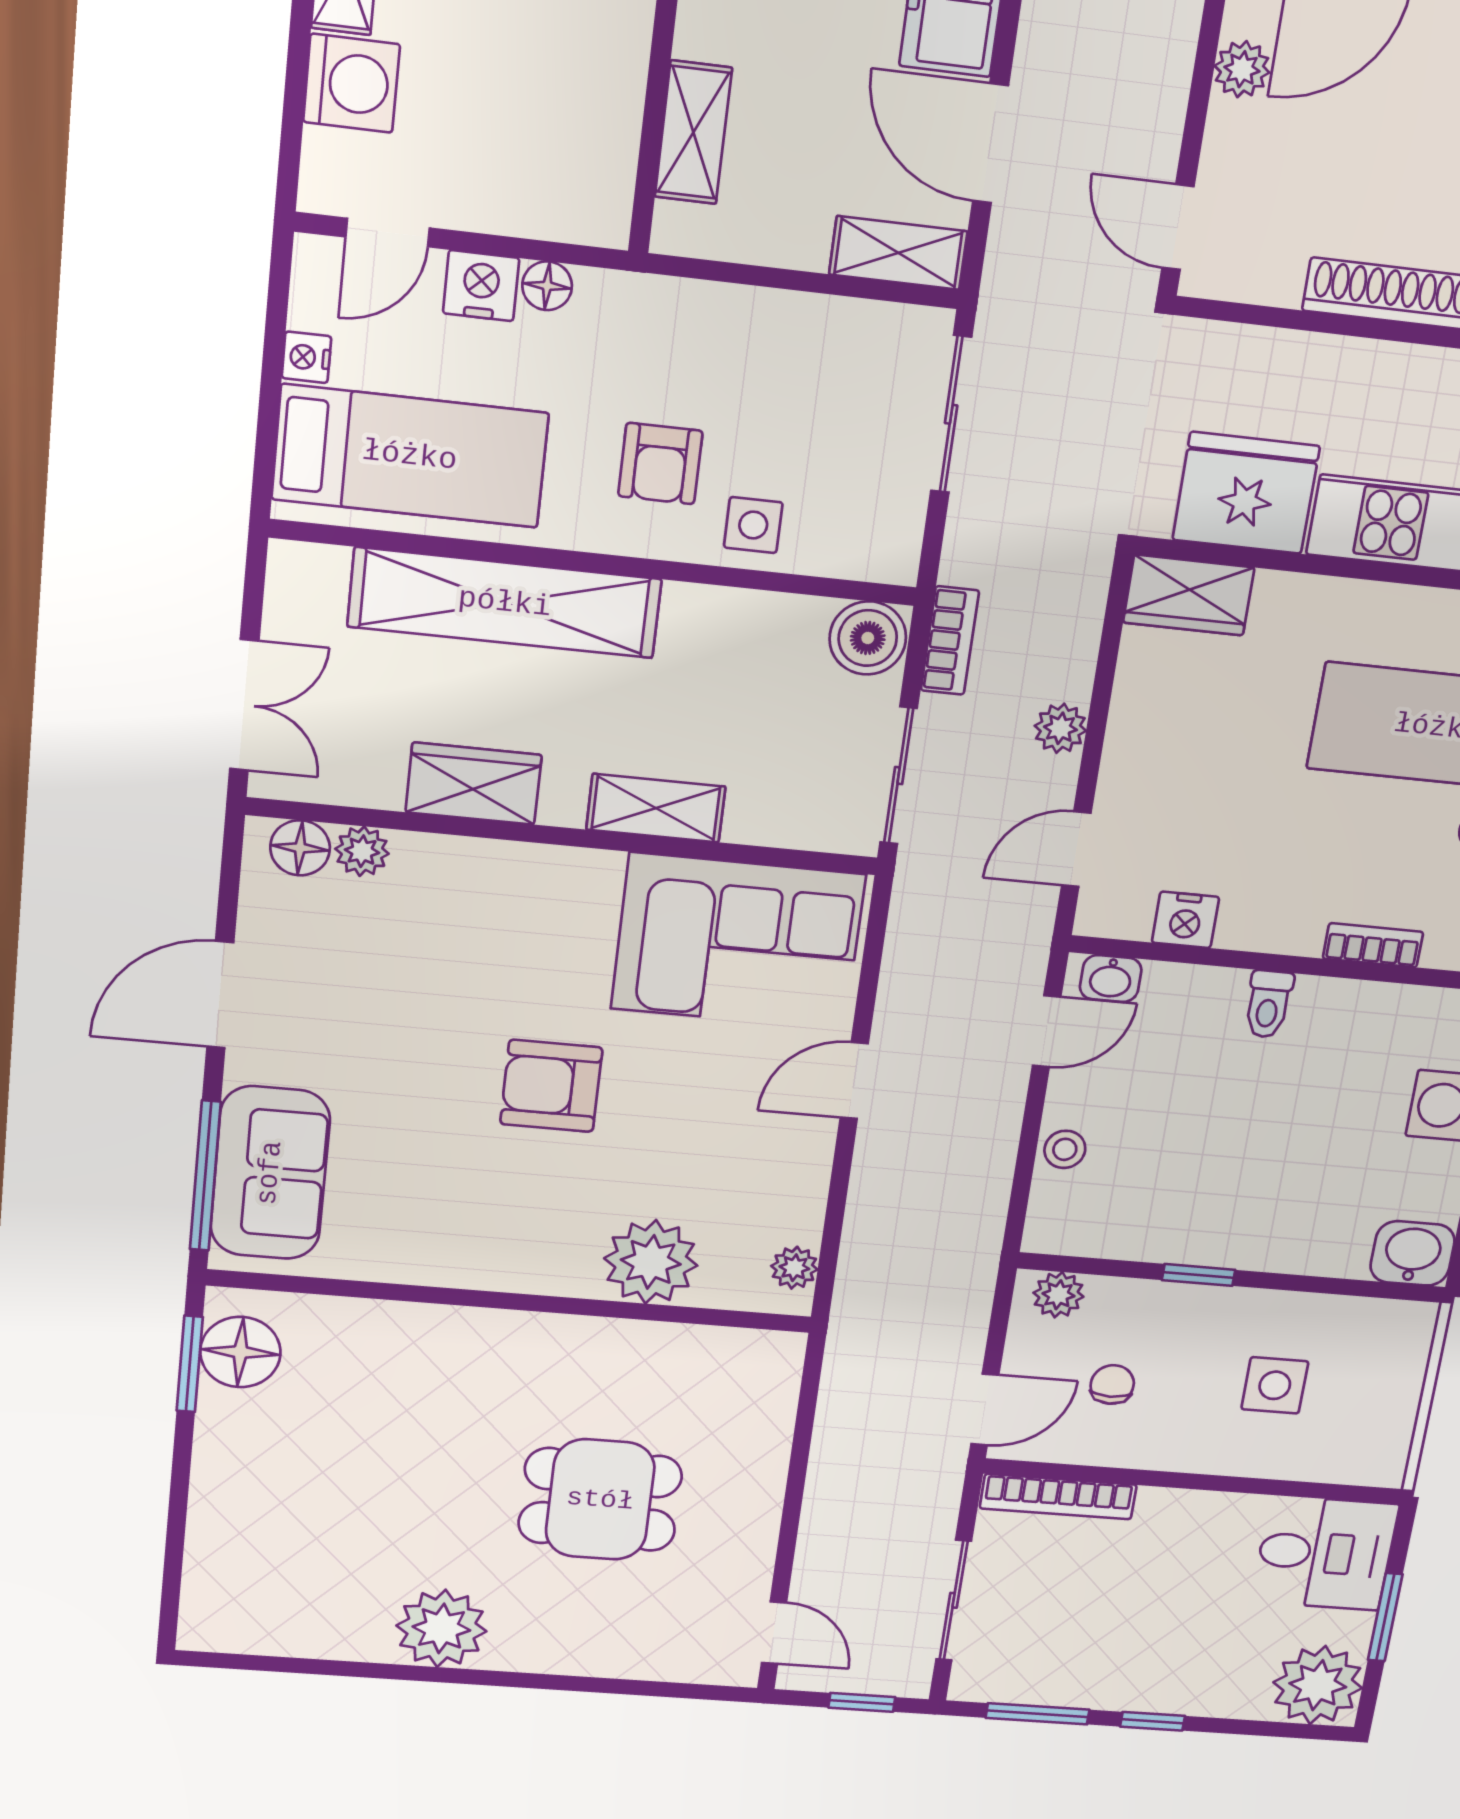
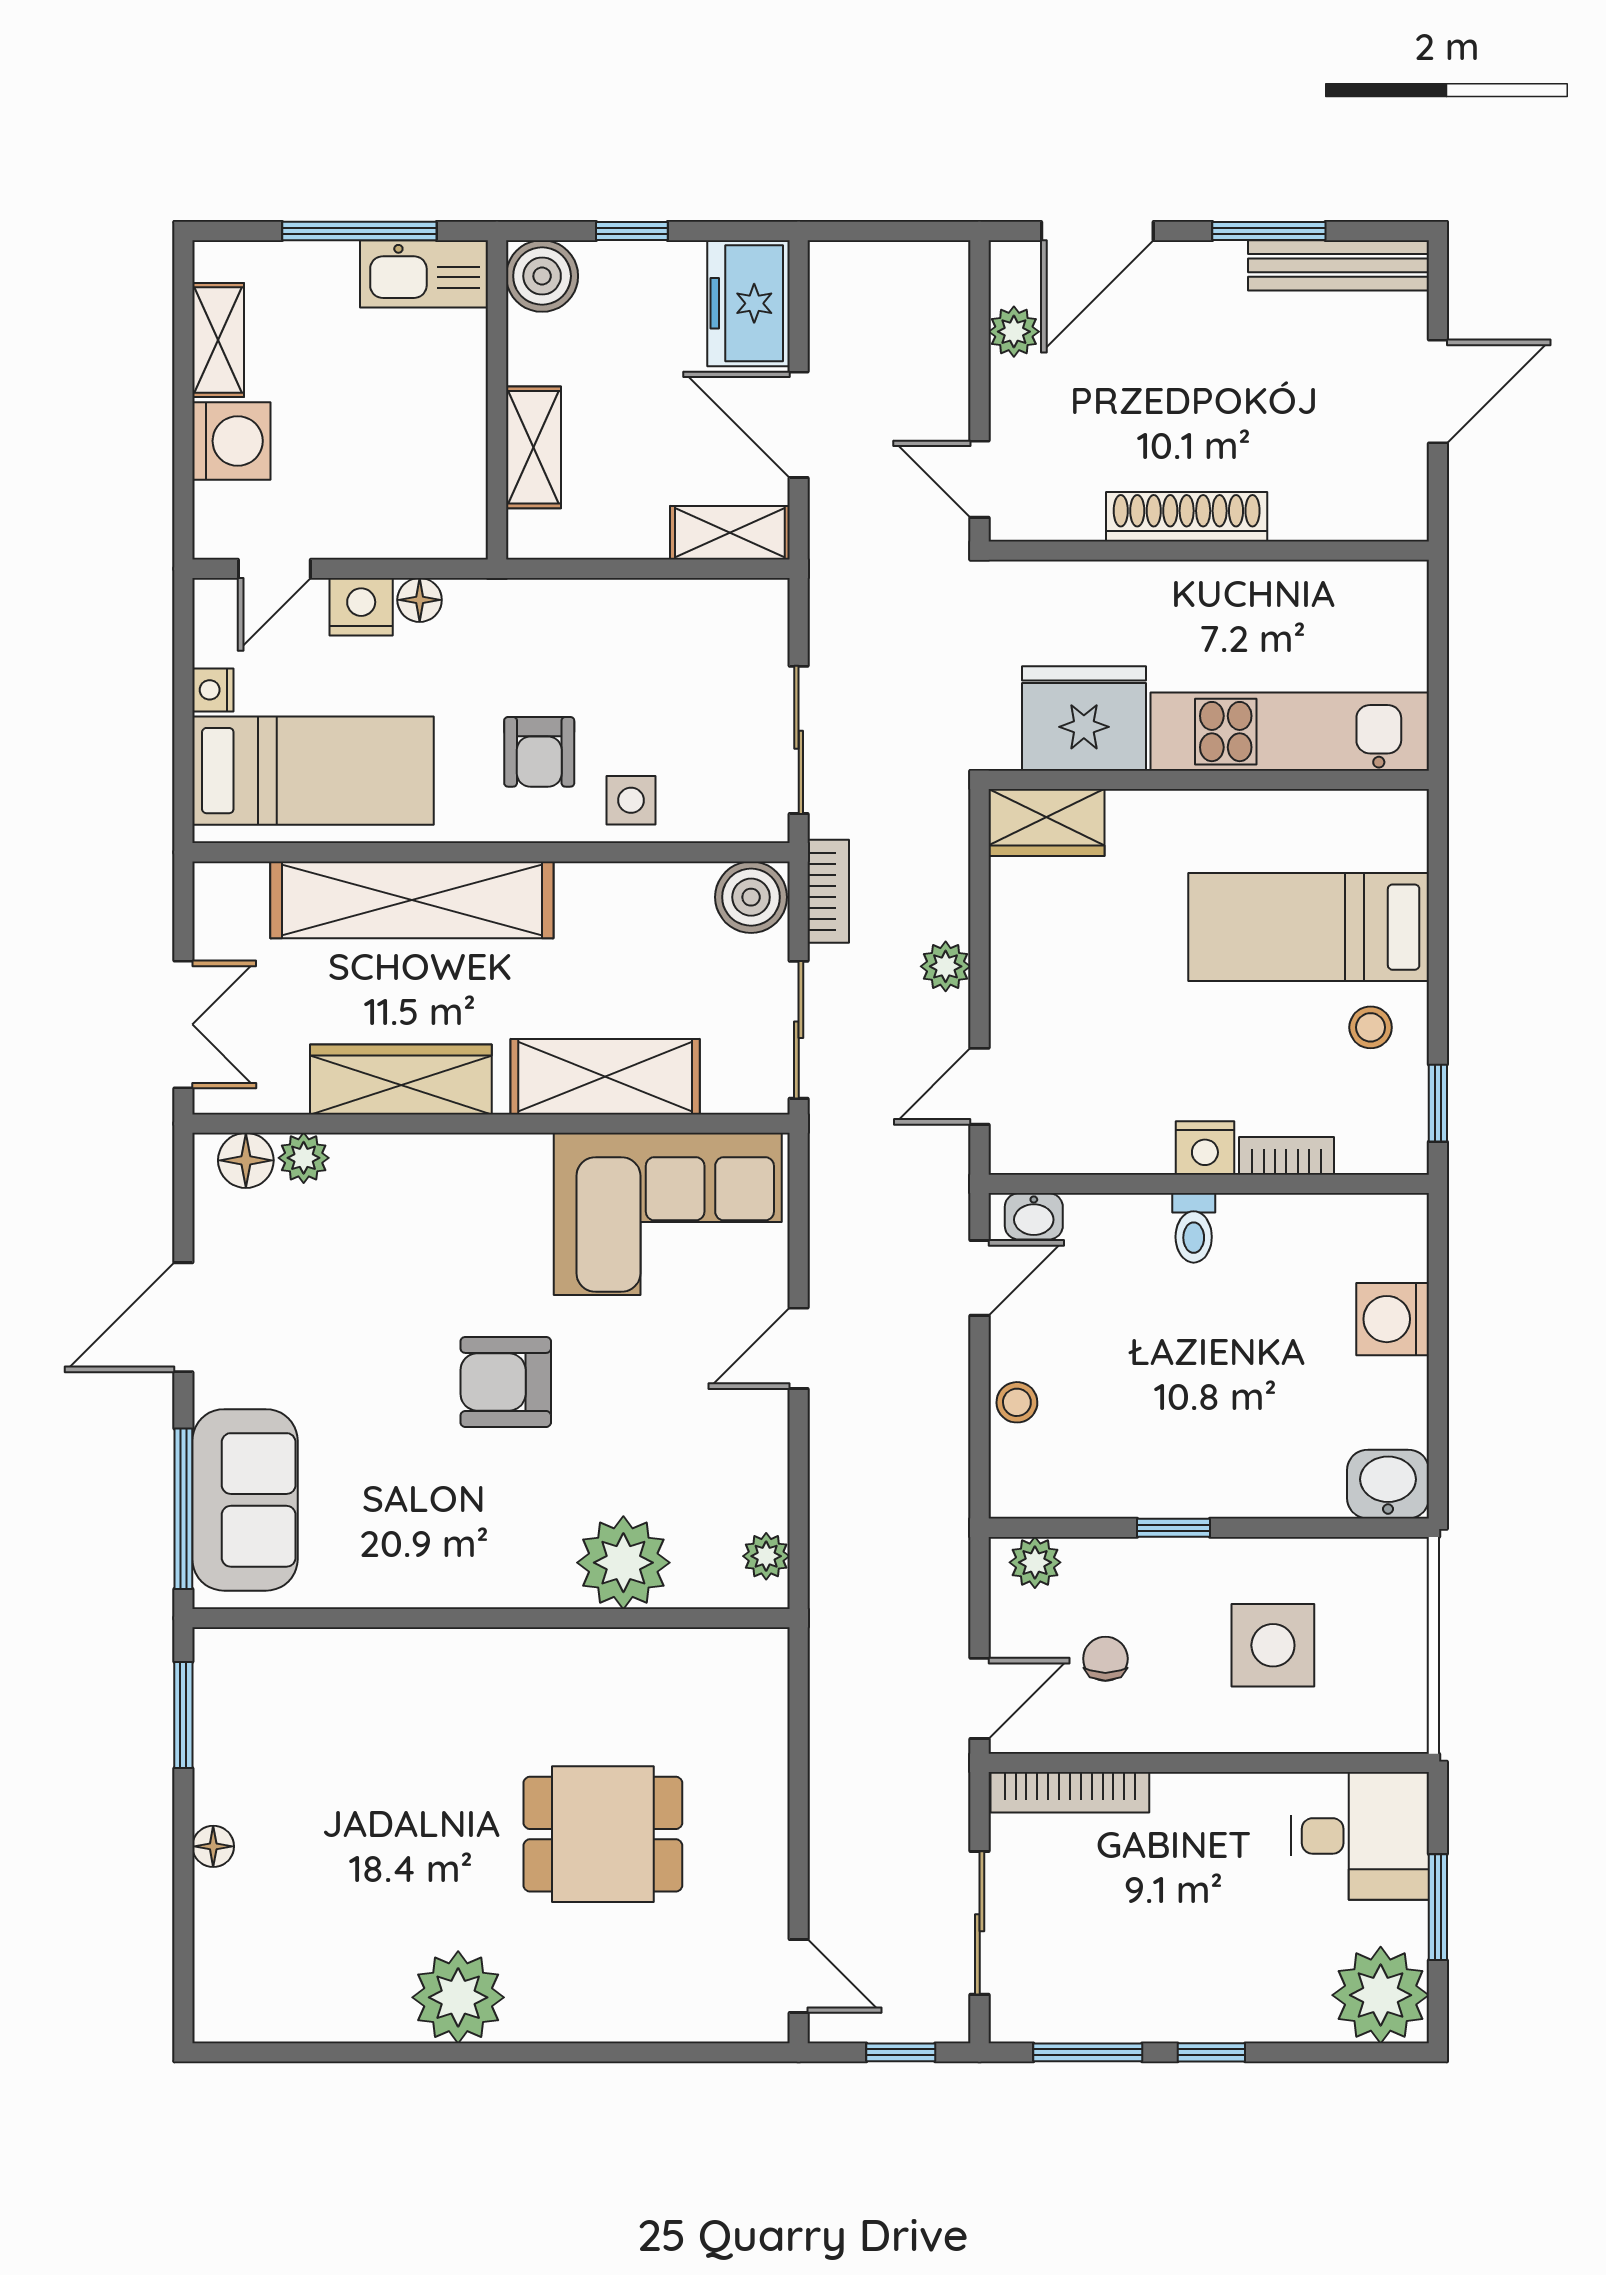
sliding door: (951, 414) -> (799, 740), moved
wardrobe: (474, 784) -> (401, 1079), width x1.50
shelving: (656, 808) -> (605, 1077), width x1.50, depth x1.33
nightstand: (1185, 920) -> (1205, 1148), moved
floor lamp: (240, 1352) -> (213, 1846), moved, width x0.53, depth x0.53
side table: (1275, 1385) -> (1273, 1645), width x1.37, depth x1.37

